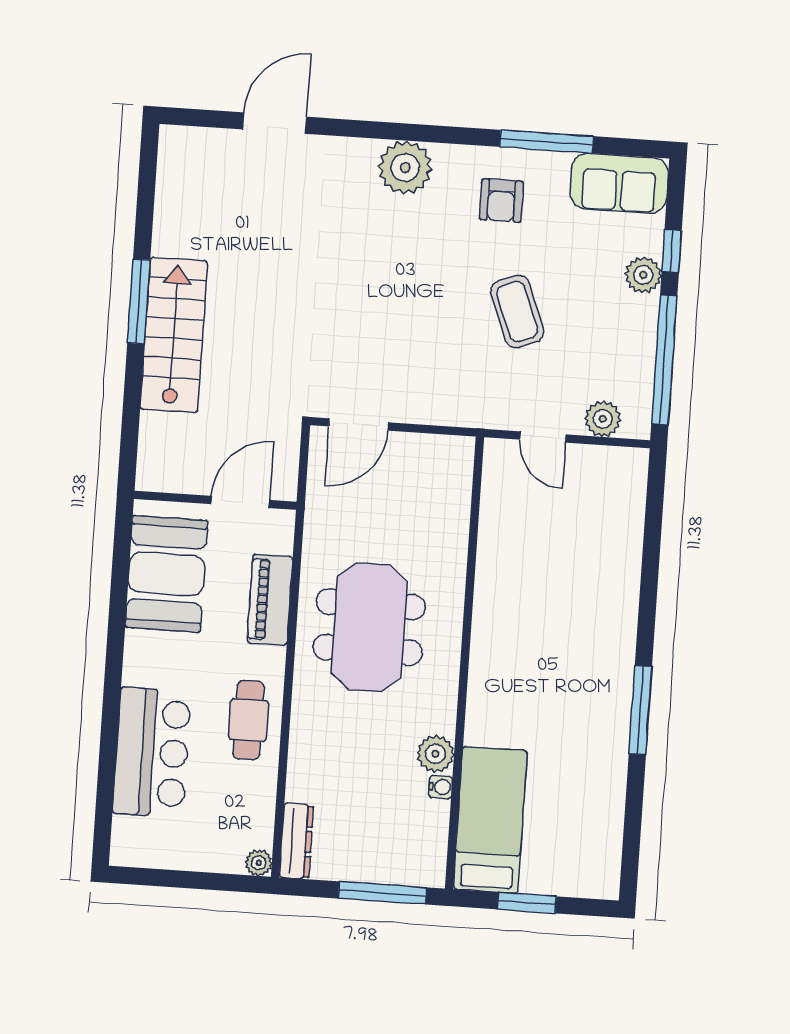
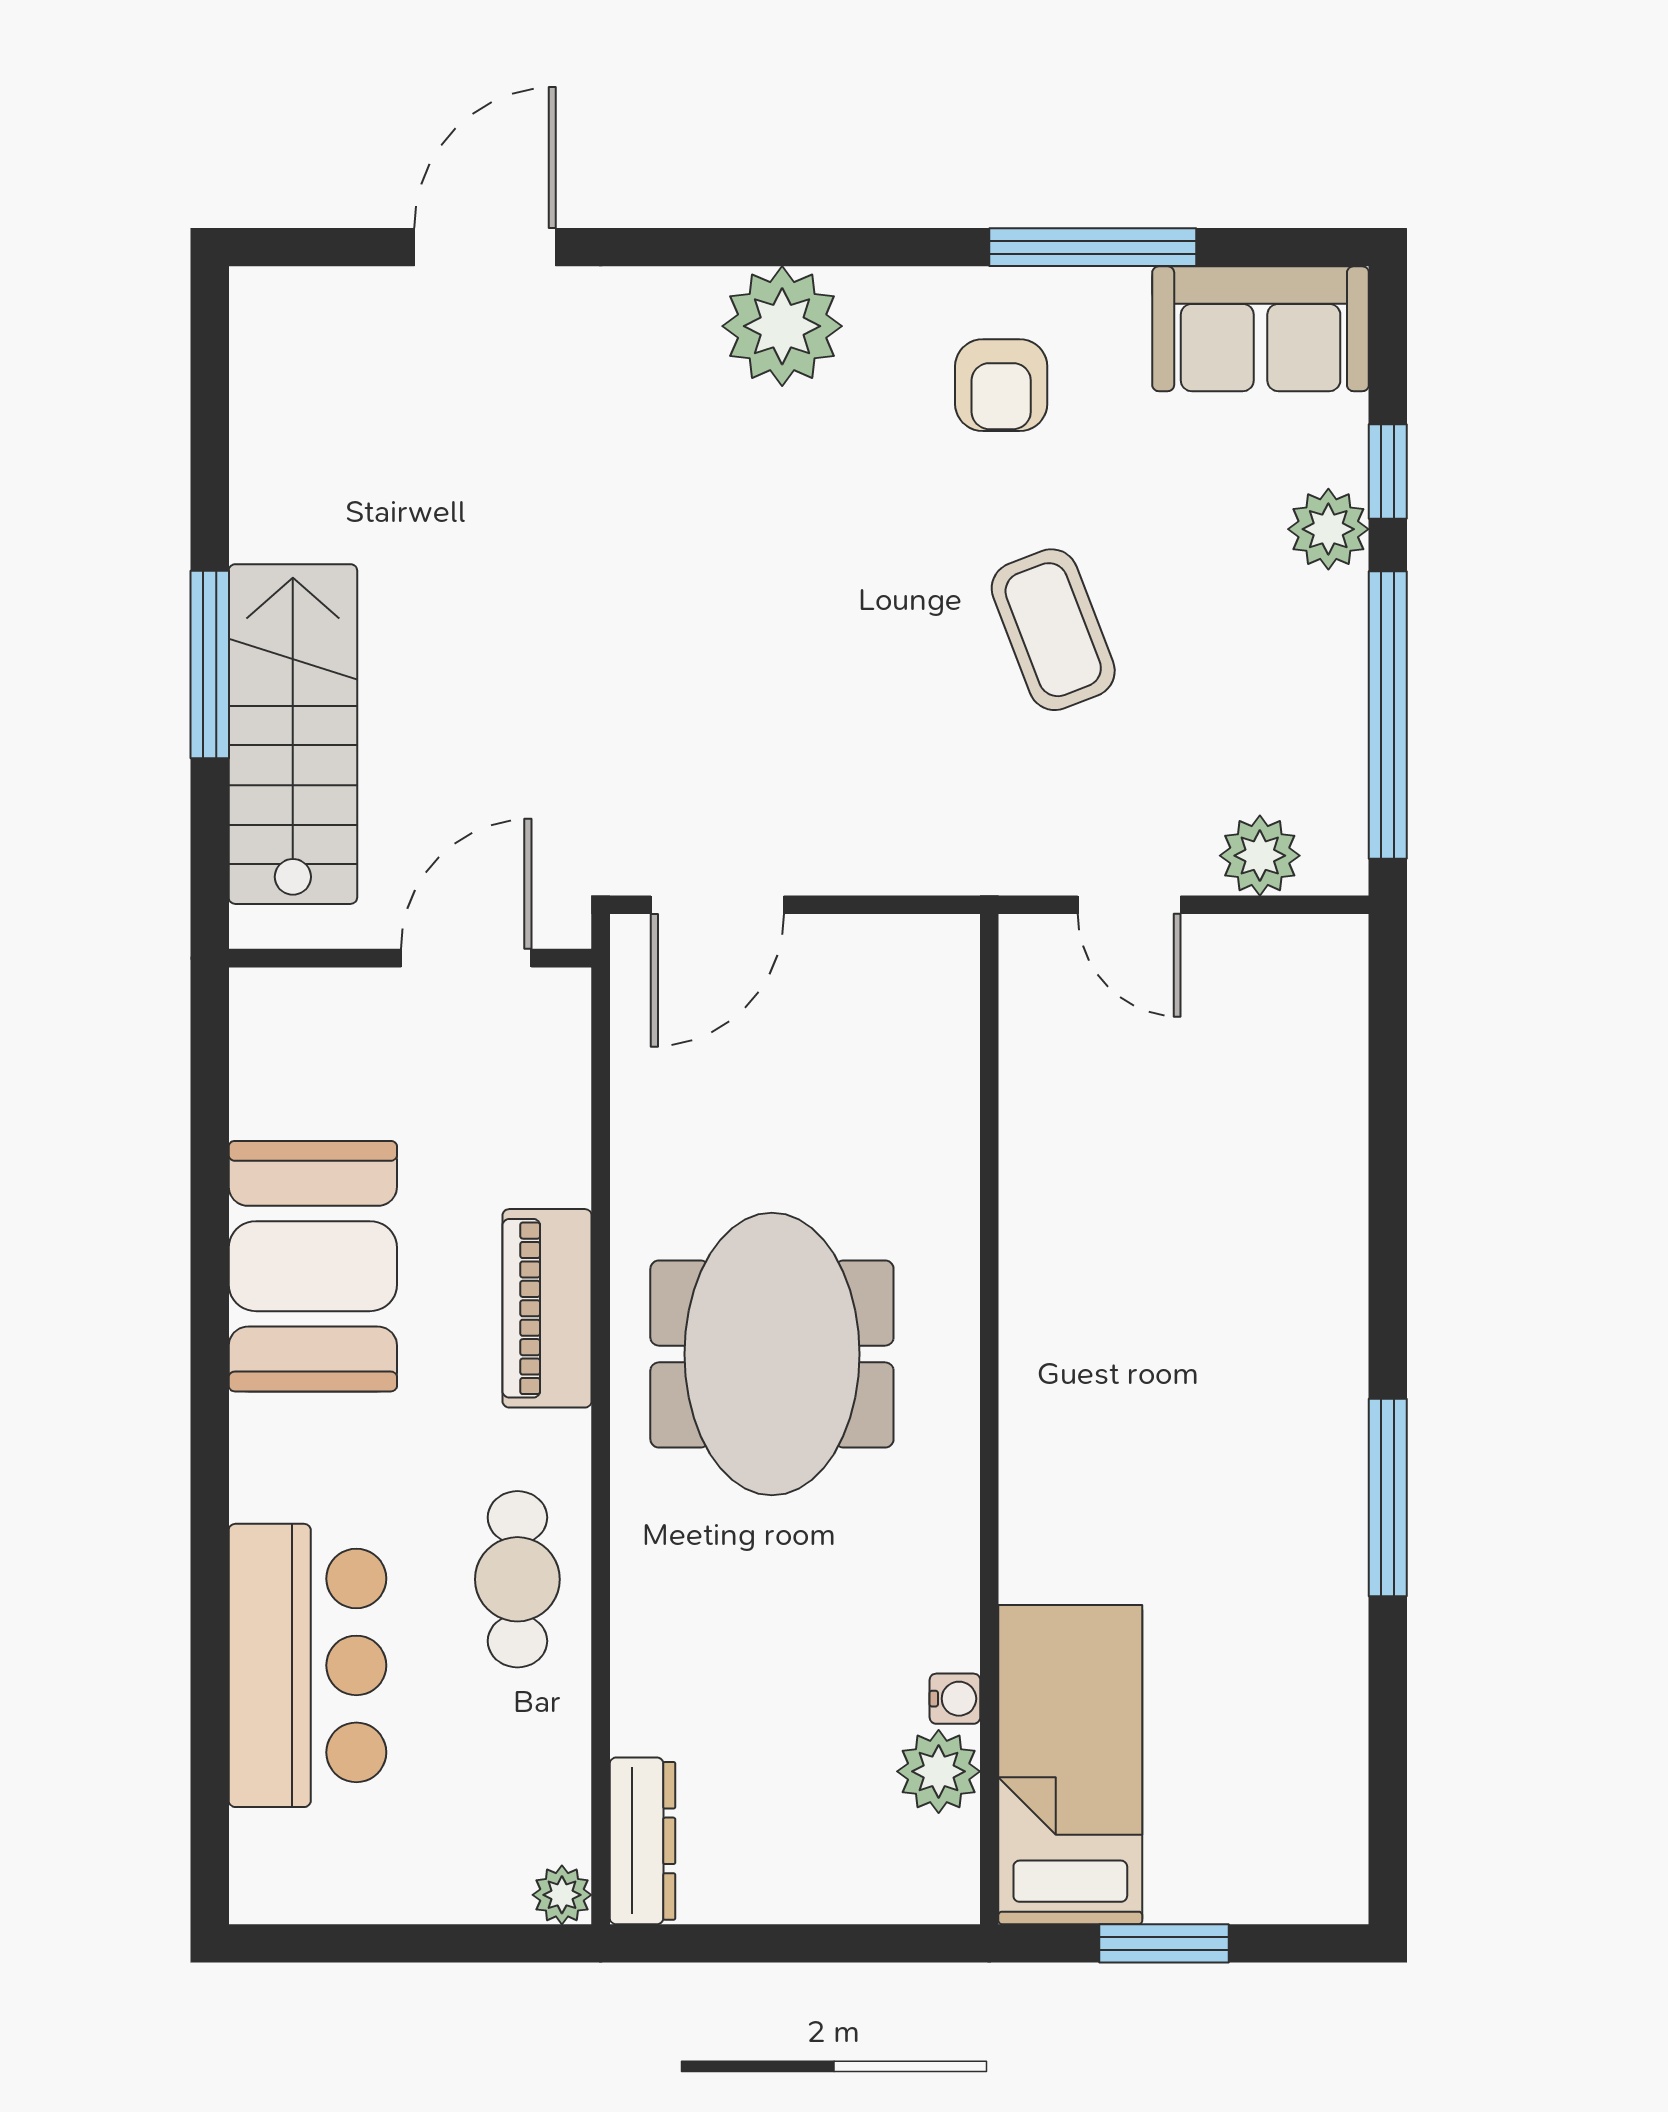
wall: (215, 500) -> (410, 958), moved
door: (240, 502) -> (466, 958), moved
plant: (435, 754) -> (939, 1771), moved
window: (382, 893) -> (841, 1943), removed

